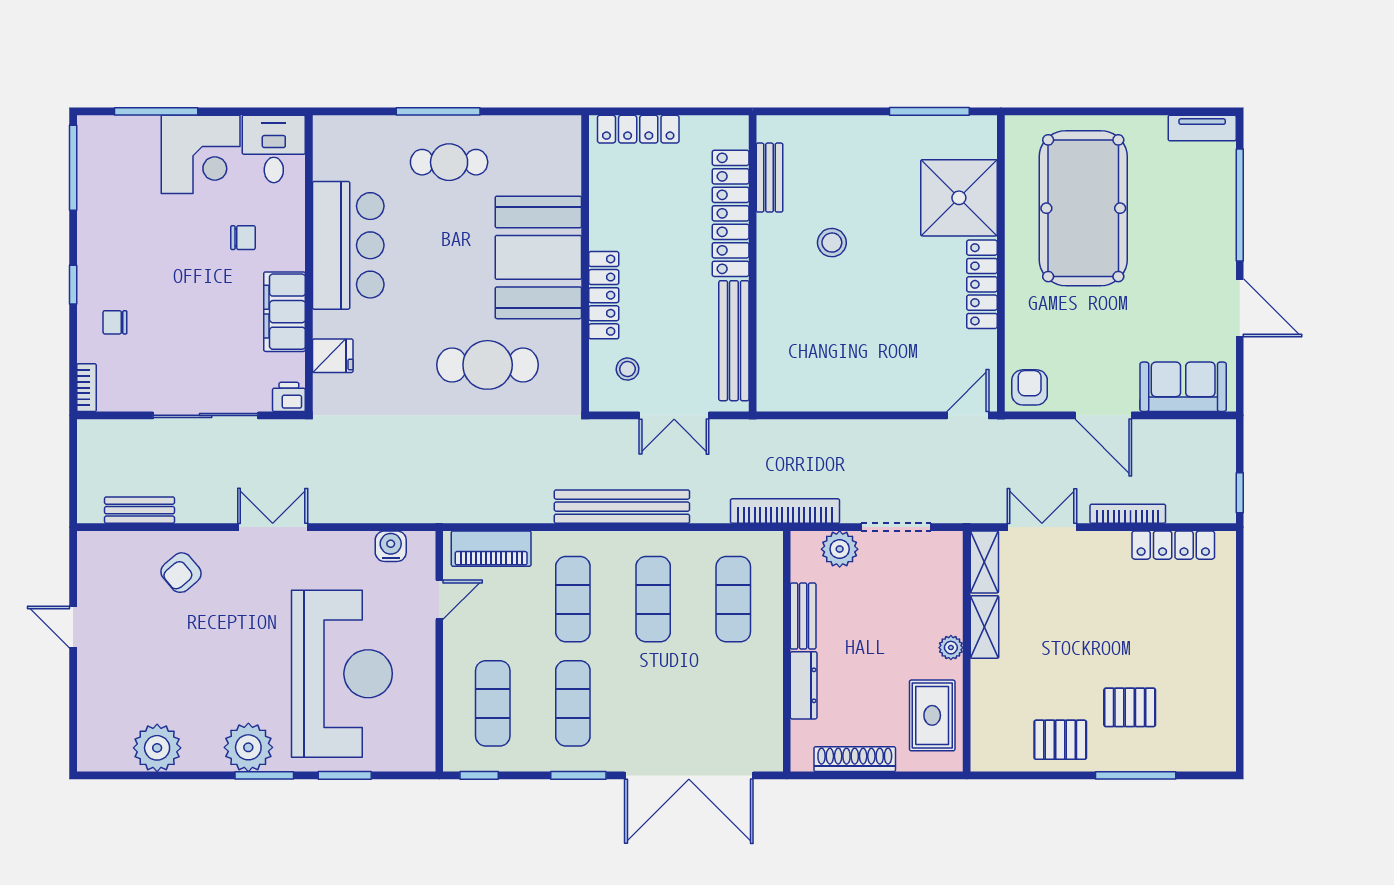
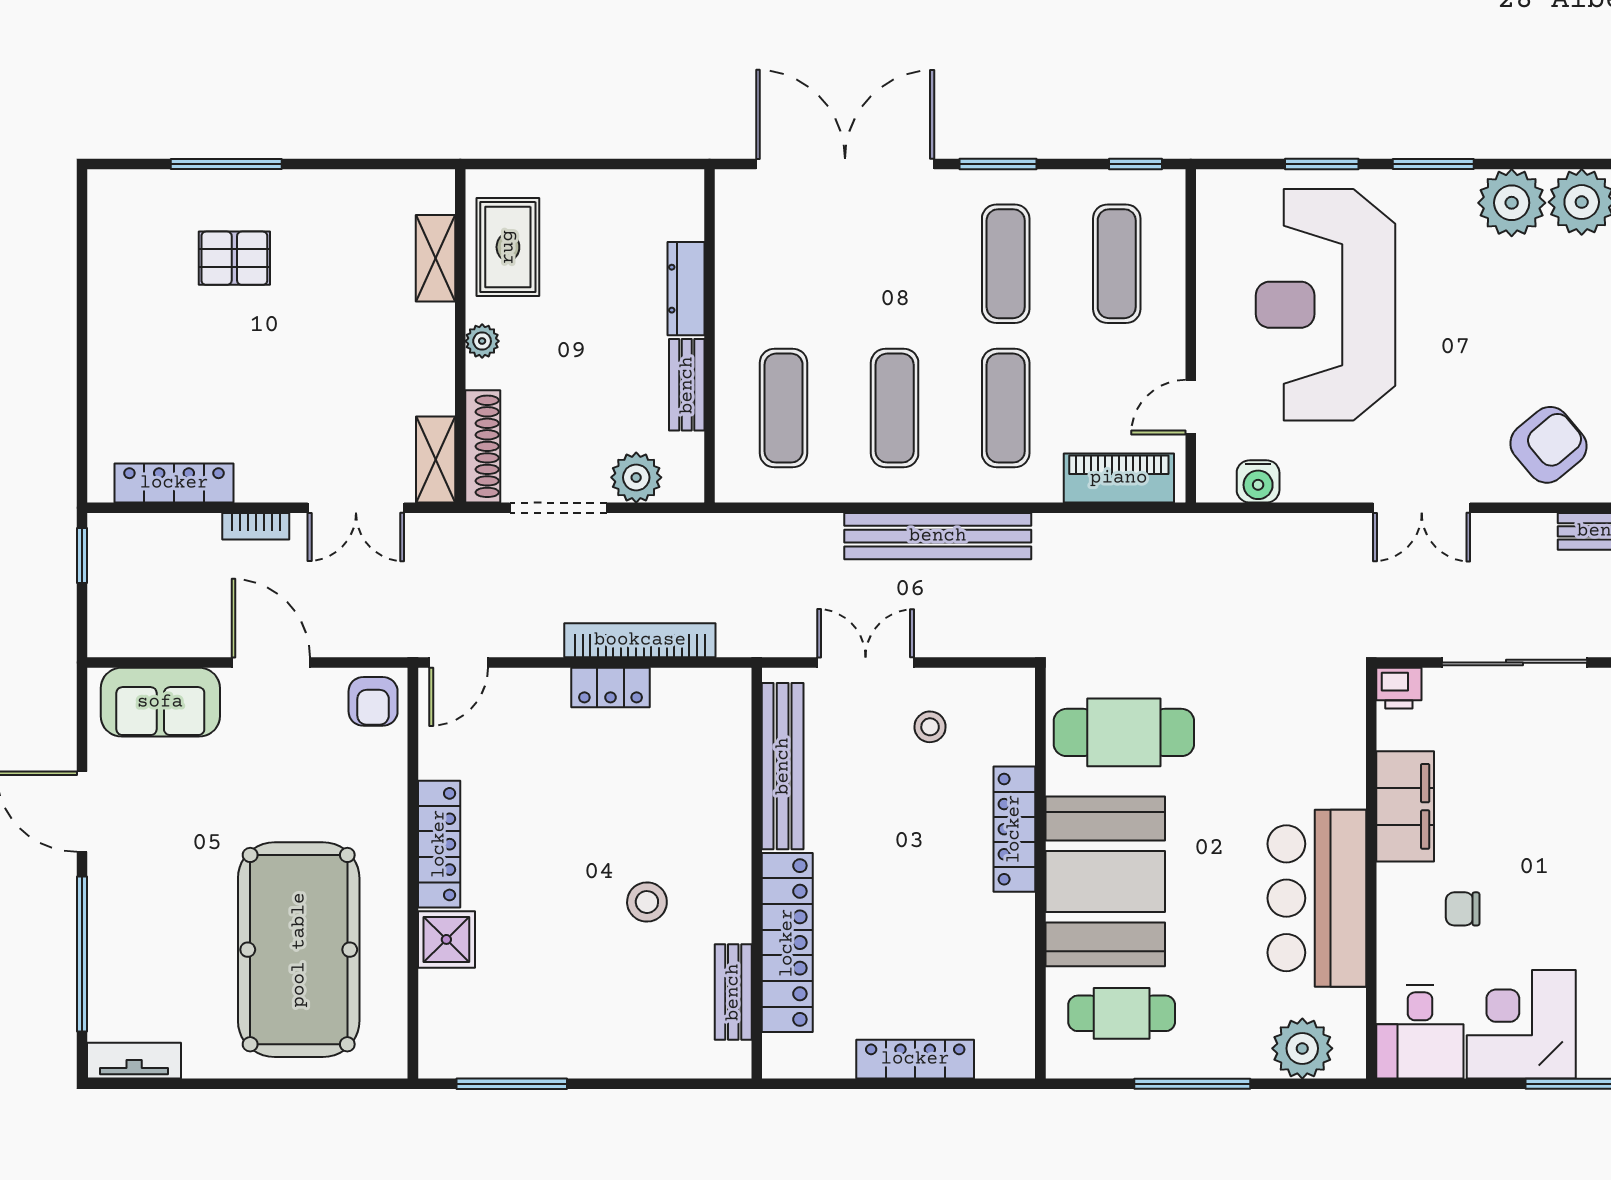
plant: (359, 137) -> (1302, 1048), added
cafe table: (449, 162) -> (1122, 1013), moved
shower: (959, 198) -> (446, 939), width x0.54, depth x0.54
booth: (538, 257) -> (1105, 881), moved
wall: (585, 263) -> (1040, 873), moved
locker: (604, 295) -> (1014, 829), moved
fridge: (333, 356) -> (1338, 745), removed
locker: (858, 397) -> (610, 687), added
bookcase: (785, 511) -> (640, 640), moved, turned 180
bookcase: (1128, 514) -> (256, 526), width x0.64
armchair: (181, 573) -> (1549, 445), width x1.38, depth x1.38
shelving: (985, 627) -> (435, 258), moved
pallet: (1060, 740) -> (331, 213), removed
plant: (248, 747) -> (1512, 203), moved
shoe rack: (855, 759) -> (483, 446), moved, turned -90

